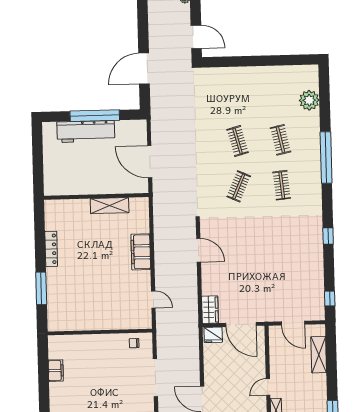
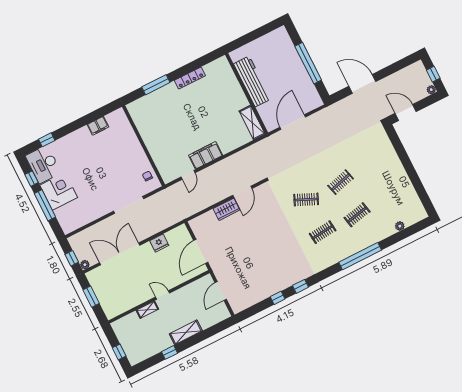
door: (196, 37) -> (406, 112), swing flipped
plant: (309, 100) -> (400, 226), width x0.53, depth x0.53
workbench: (86, 131) -> (252, 81), moved, turned 180
shelving: (110, 206) -> (252, 123), moved
filing cabinet: (141, 252) -> (206, 155), moved
window: (330, 299) -> (278, 298), moved
wardrobe: (210, 310) -> (226, 209), moved
fridge: (213, 335) -> (159, 243), moved, turned -90
shelving: (319, 355) -> (186, 332), moved

